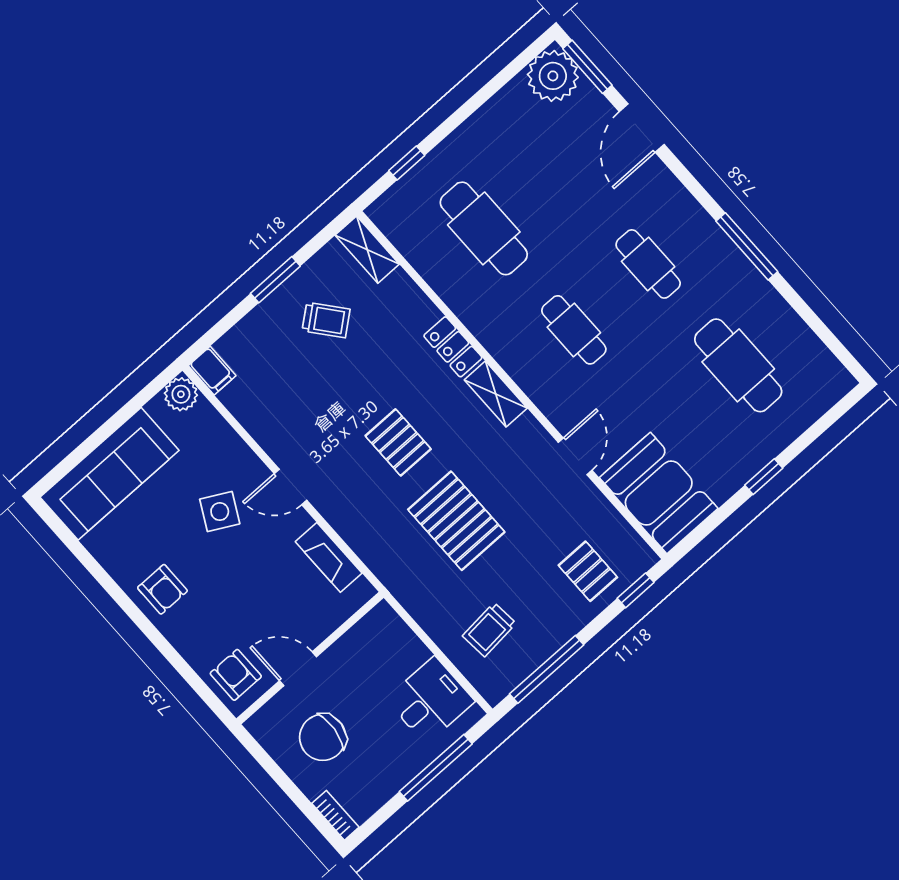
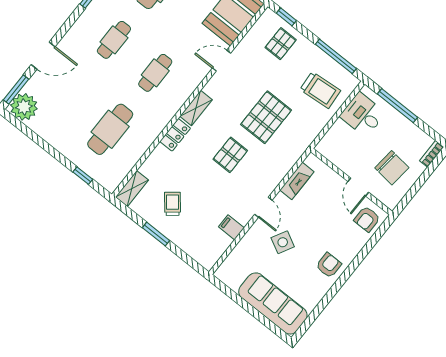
filing cabinet: (212, 371) -> (231, 227), moved, turned -90
plant: (181, 394) -> (225, 273), removed
trolley: (489, 630) -> (320, 90), width x1.36, depth x1.39

